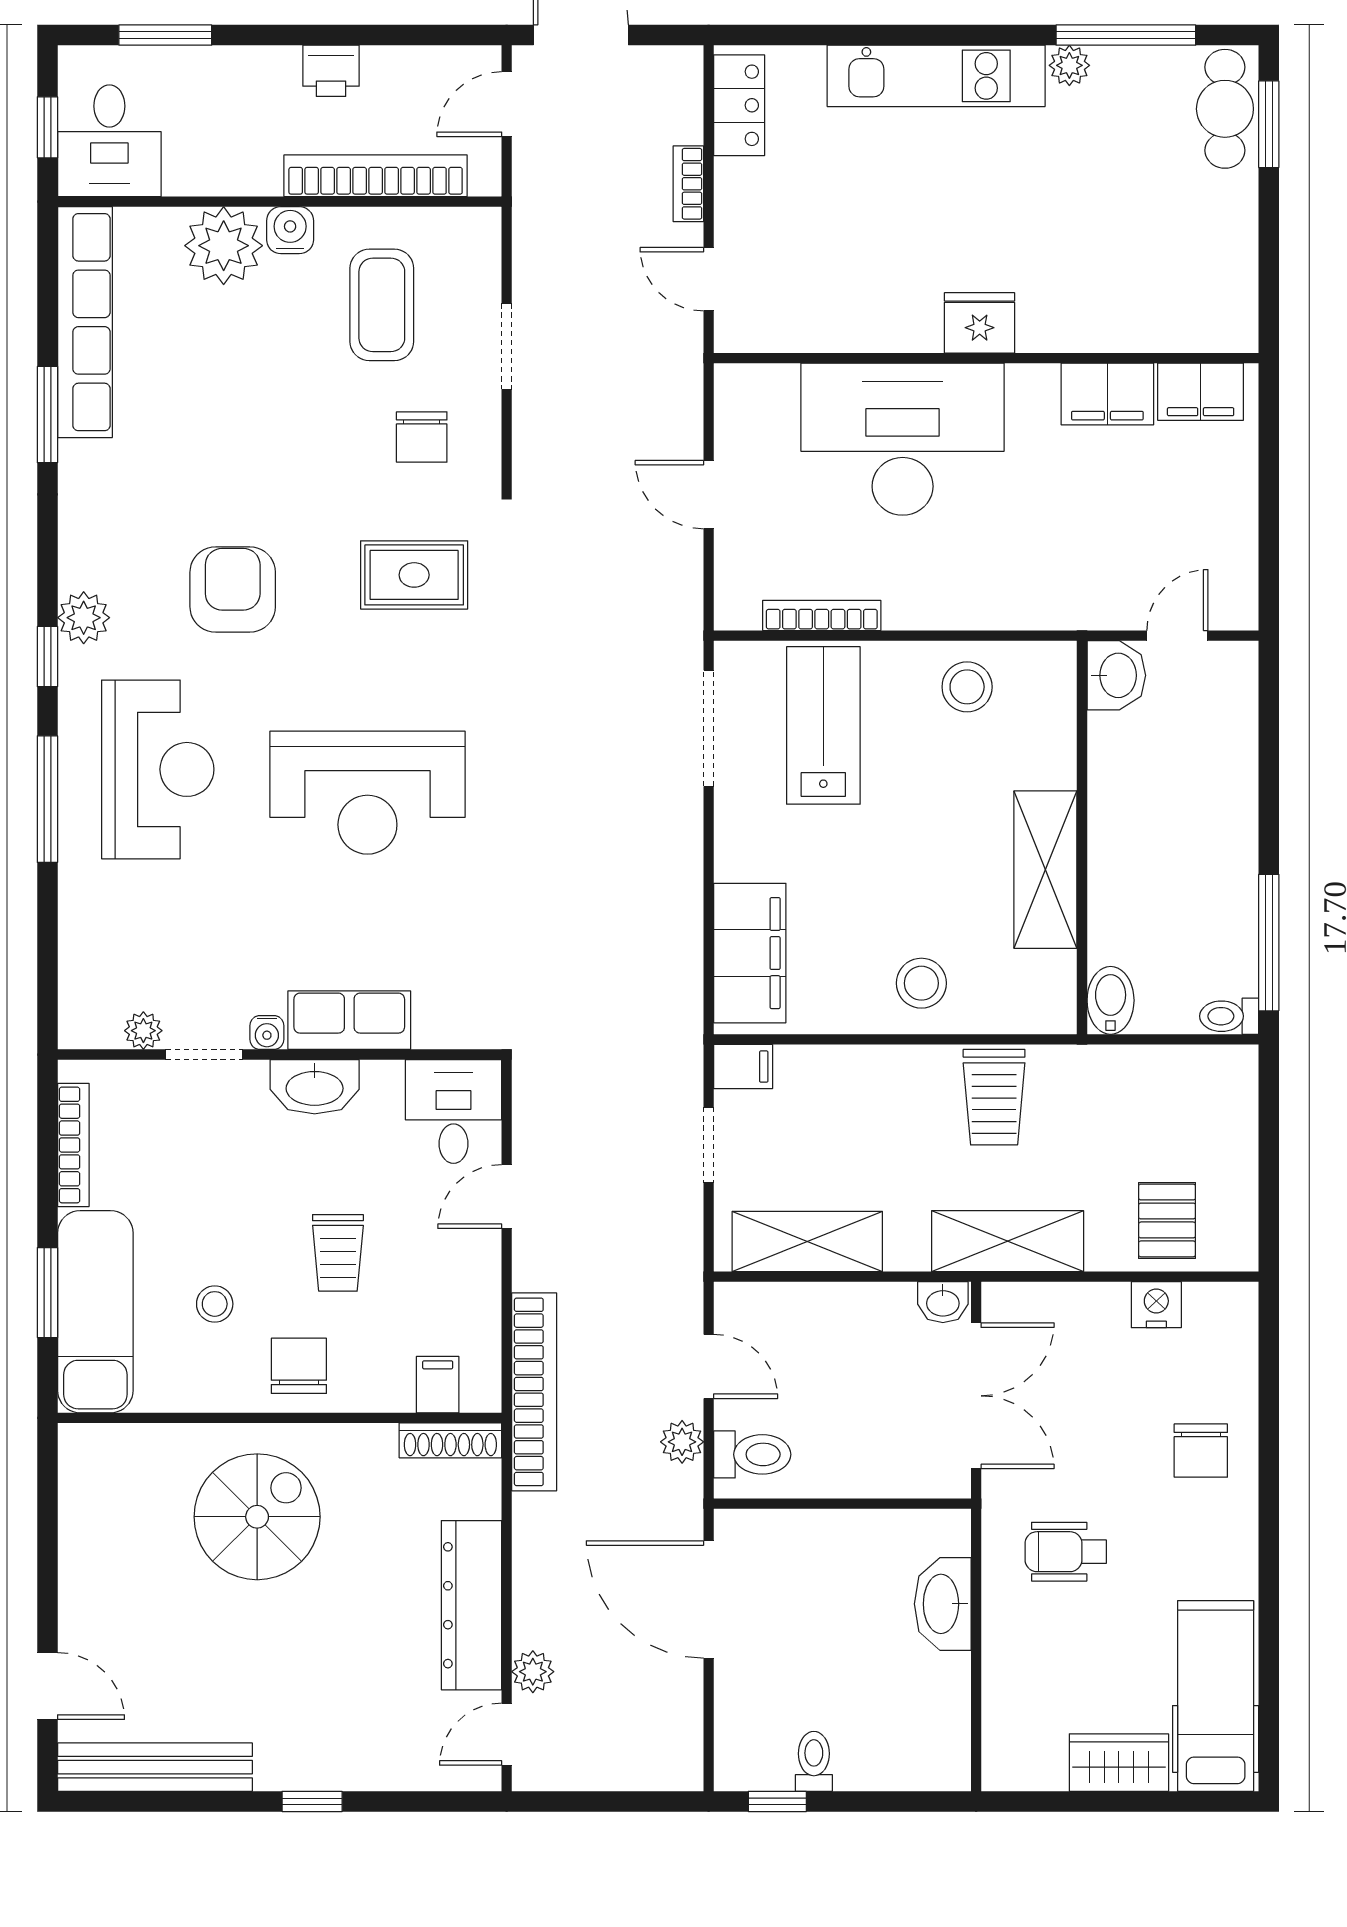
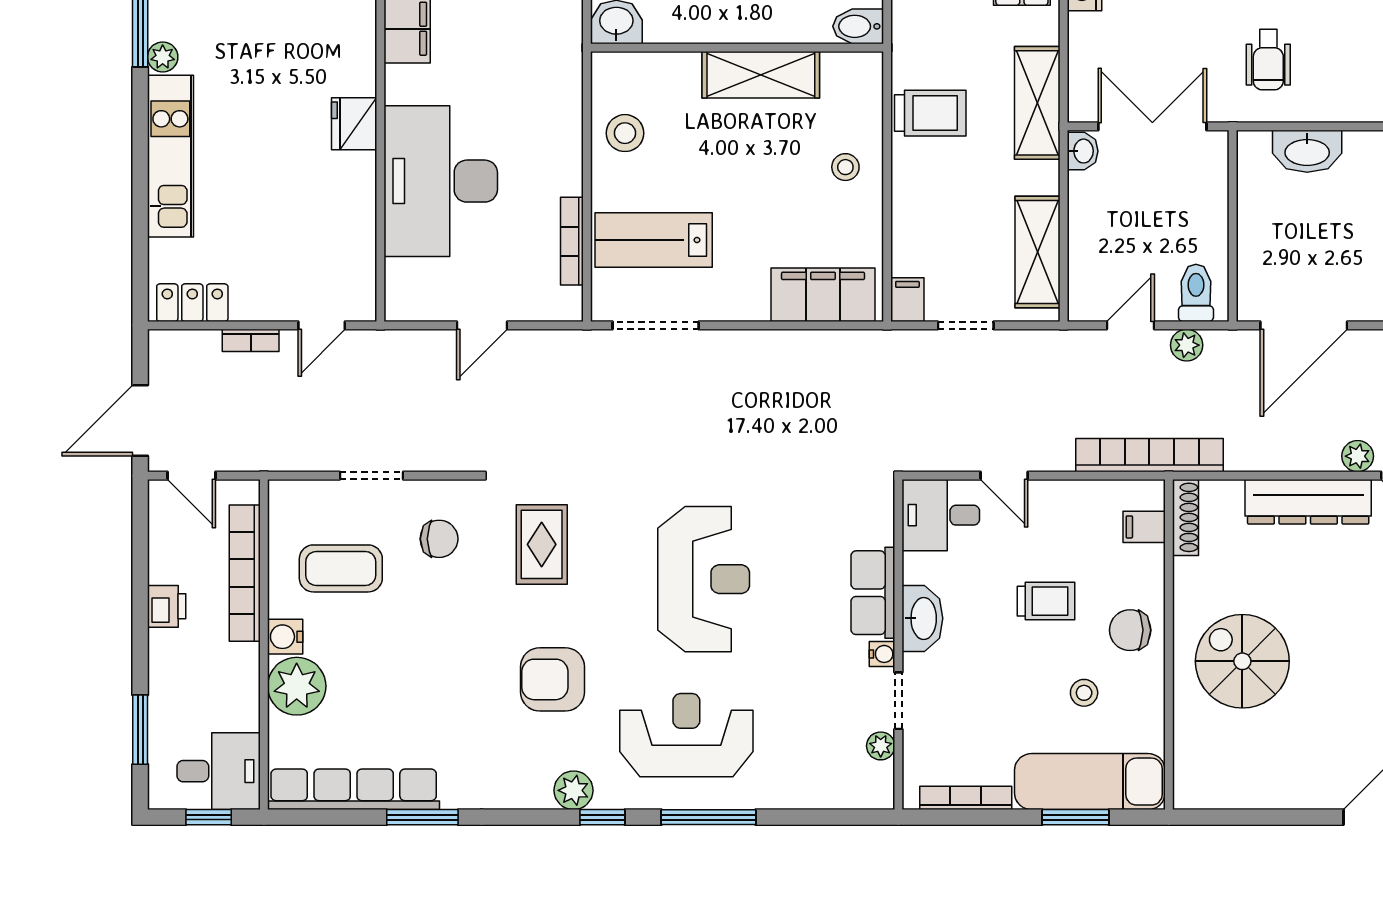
stool: (921, 983) -> (845, 167), width x0.73, depth x0.73

